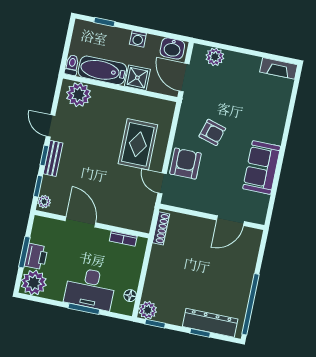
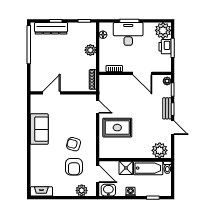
rug: (138, 144) -> (117, 128), turned 90
armchair: (185, 164) -> (74, 167), moved
plant: (148, 310) -> (90, 50), moved

